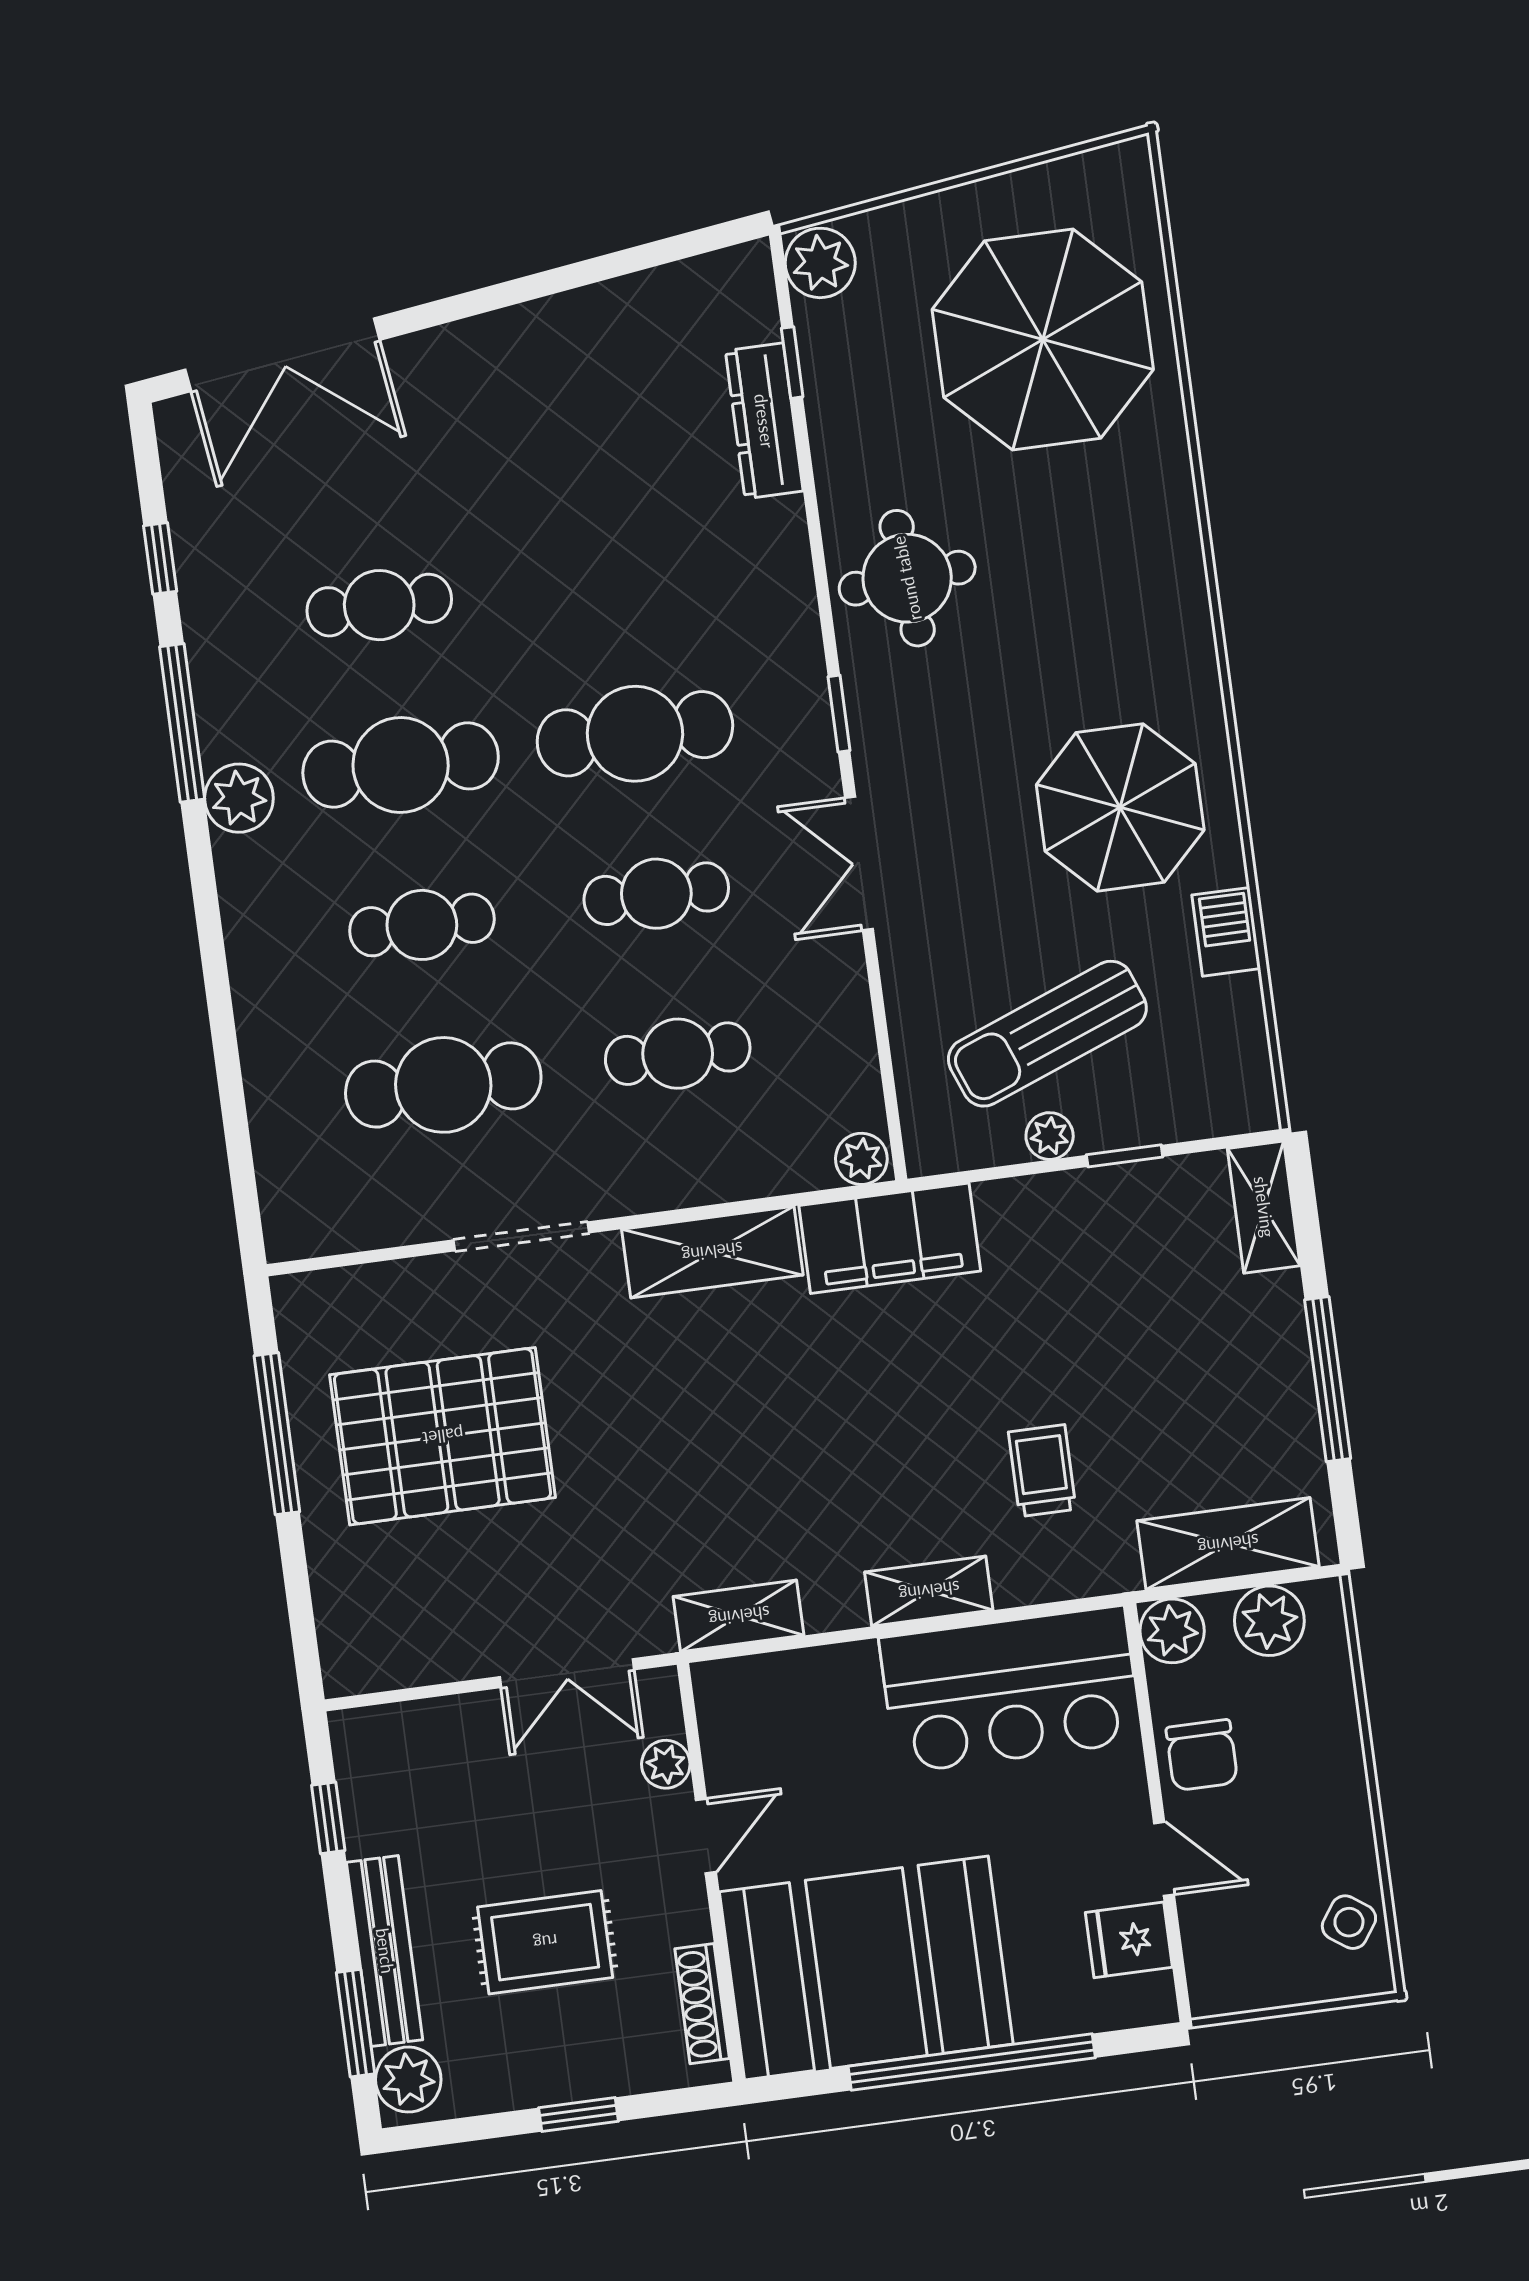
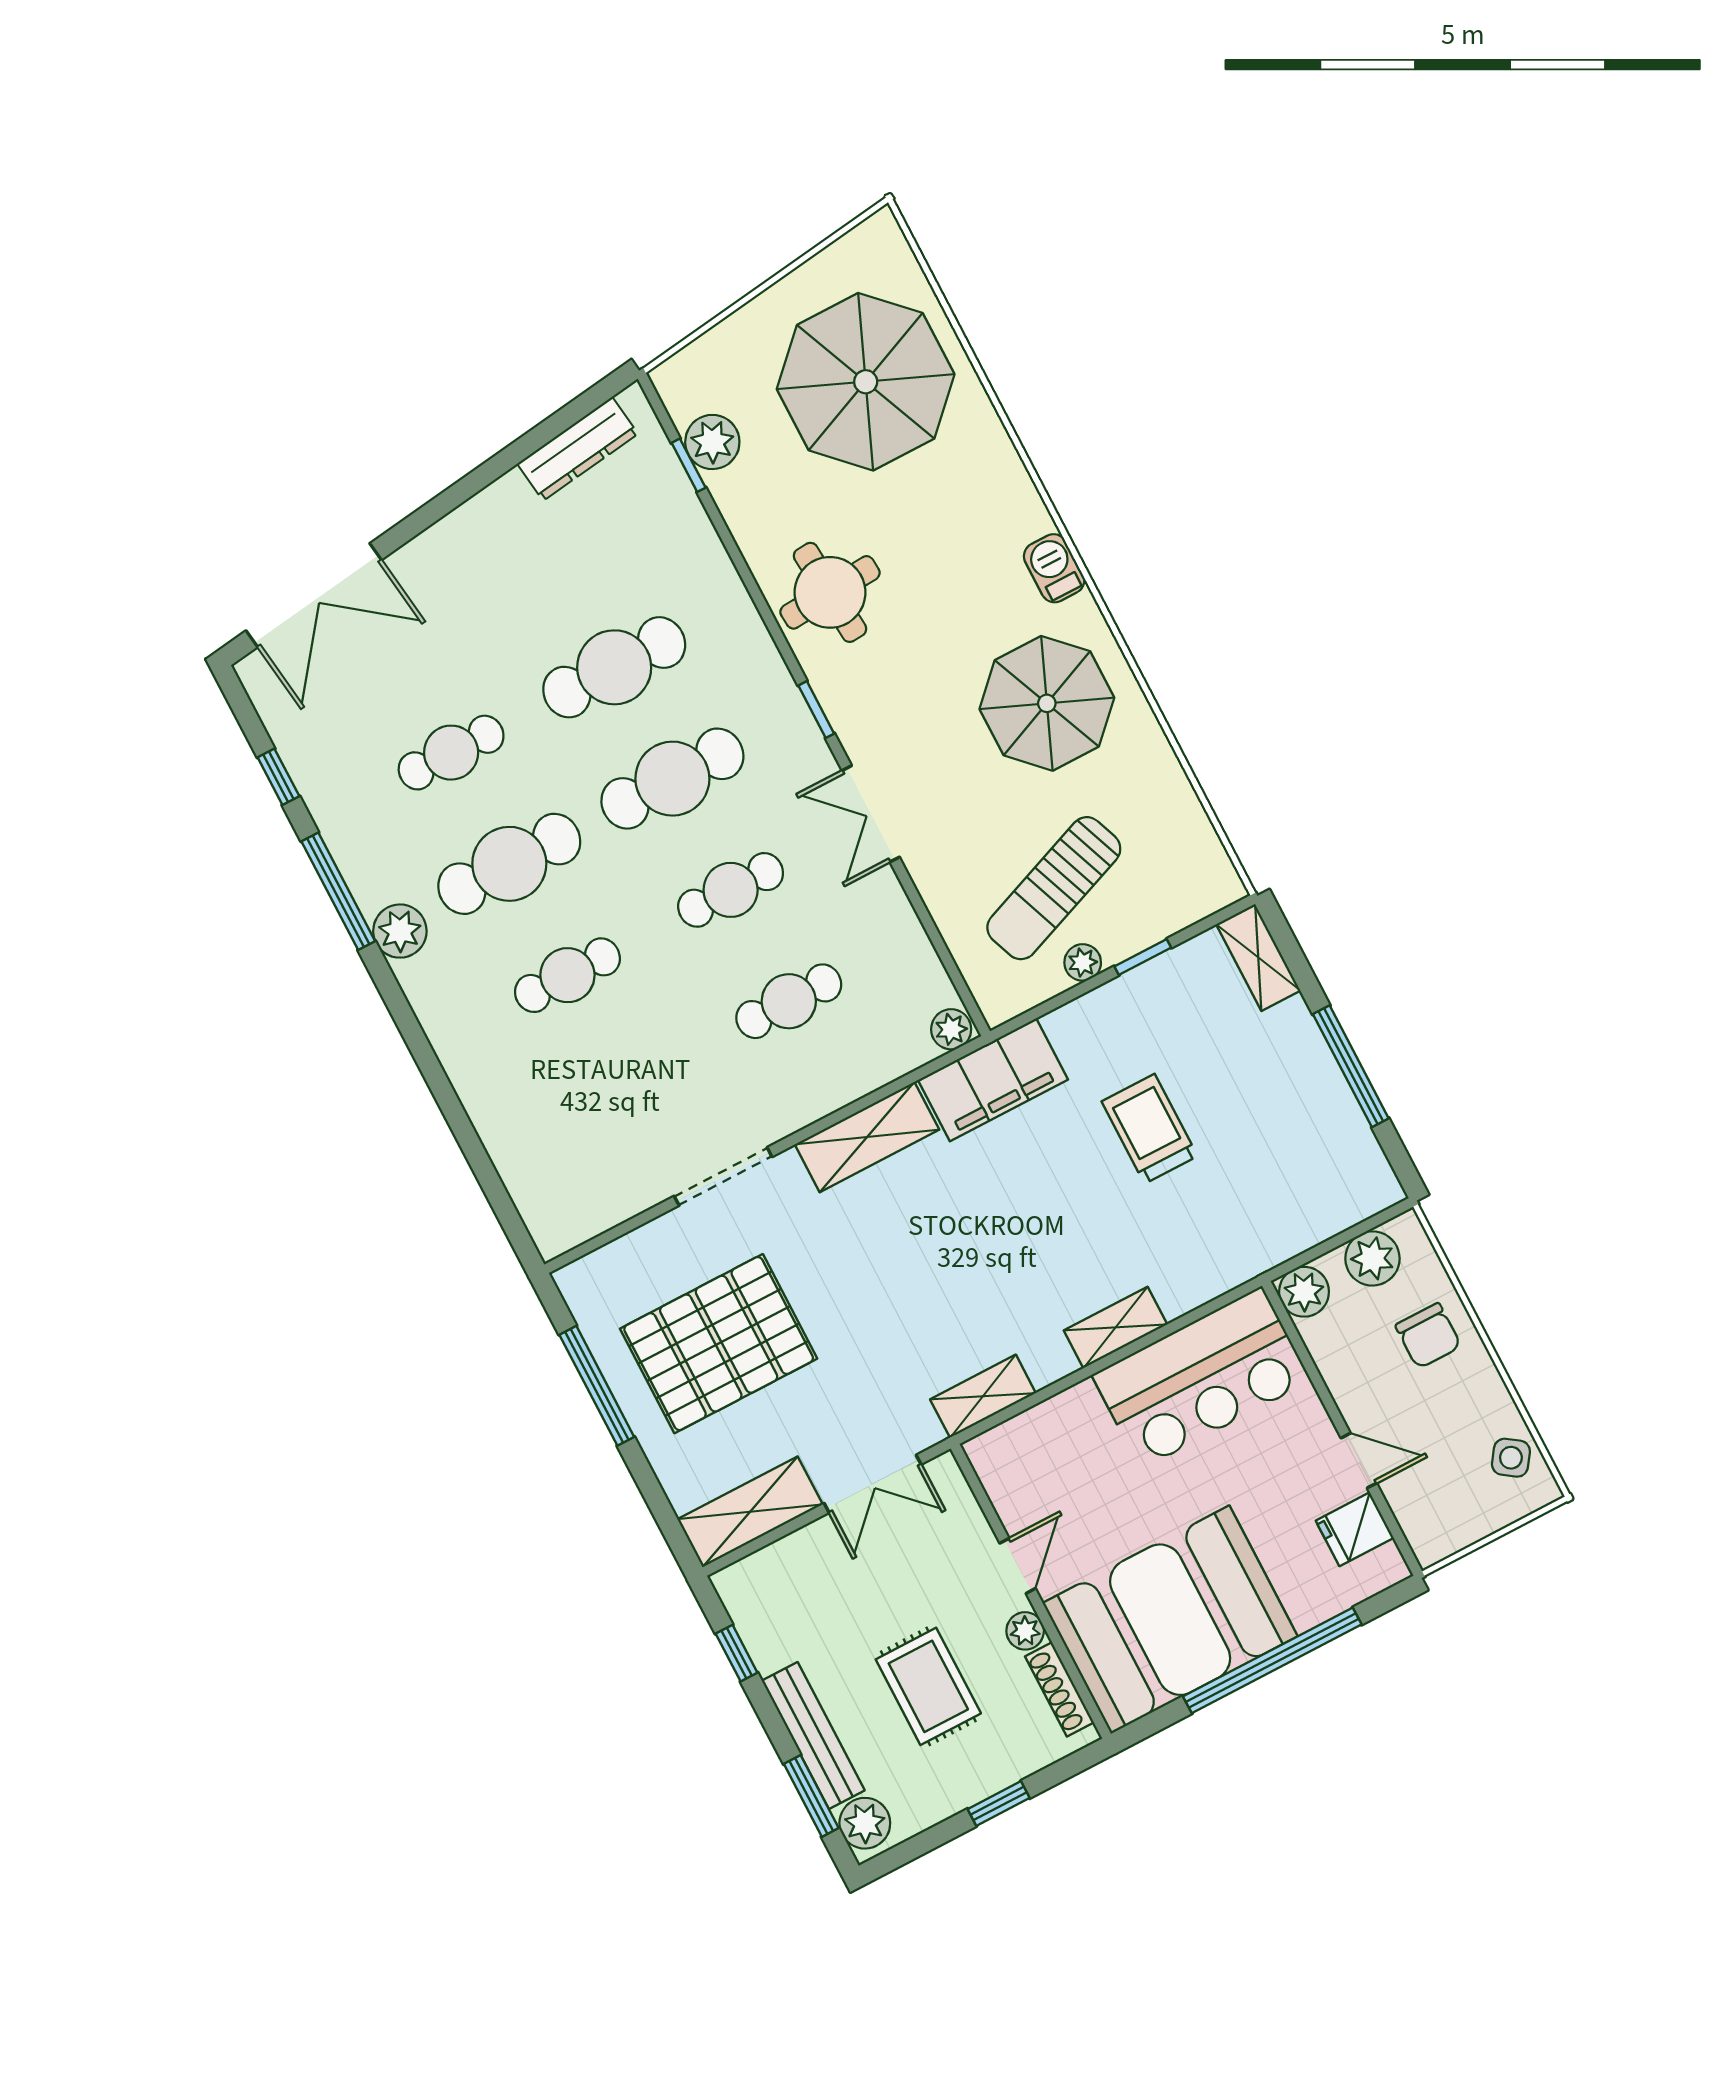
plant: (820, 263) -> (712, 442), moved
dresser: (764, 421) -> (578, 449), moved, turned -98
barbecue: (1226, 932) -> (1054, 568), moved
cafe table: (443, 1085) -> (614, 667), moved
trolley: (1042, 1471) -> (1150, 1129), moved, width x1.36, depth x1.39
shelving: (1228, 1544) -> (750, 1512), moved
chair: (1202, 1755) -> (1428, 1336), moved
plant: (666, 1764) -> (1025, 1631), moved
rug: (545, 1942) -> (928, 1686), turned 90

